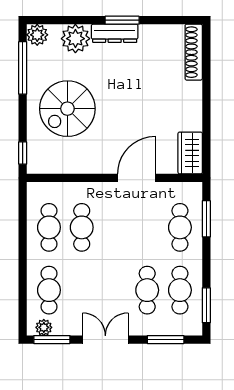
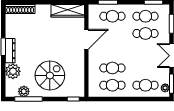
plant: (37, 35) -> (24, 91), moved
spiral stairs: (67, 109) -> (50, 75), turned -90
wardrobe: (190, 153) -> (68, 11), width x1.50
door: (136, 178) -> (86, 39), swing flipped

